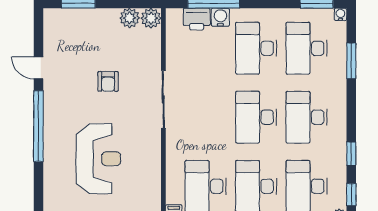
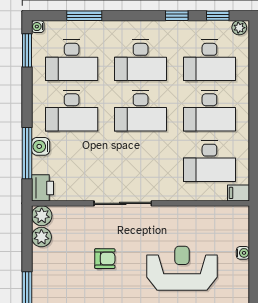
printer: (197, 19) -> (43, 188), moved

